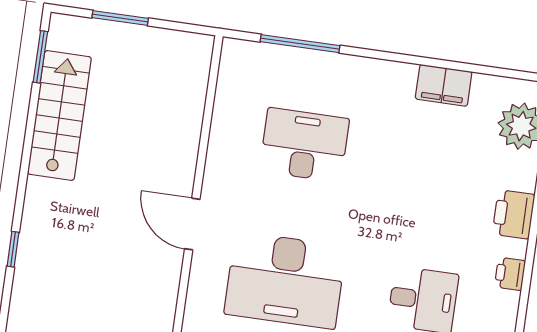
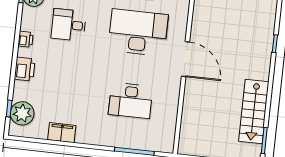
door: (192, 224) -> (185, 59), width x1.36

